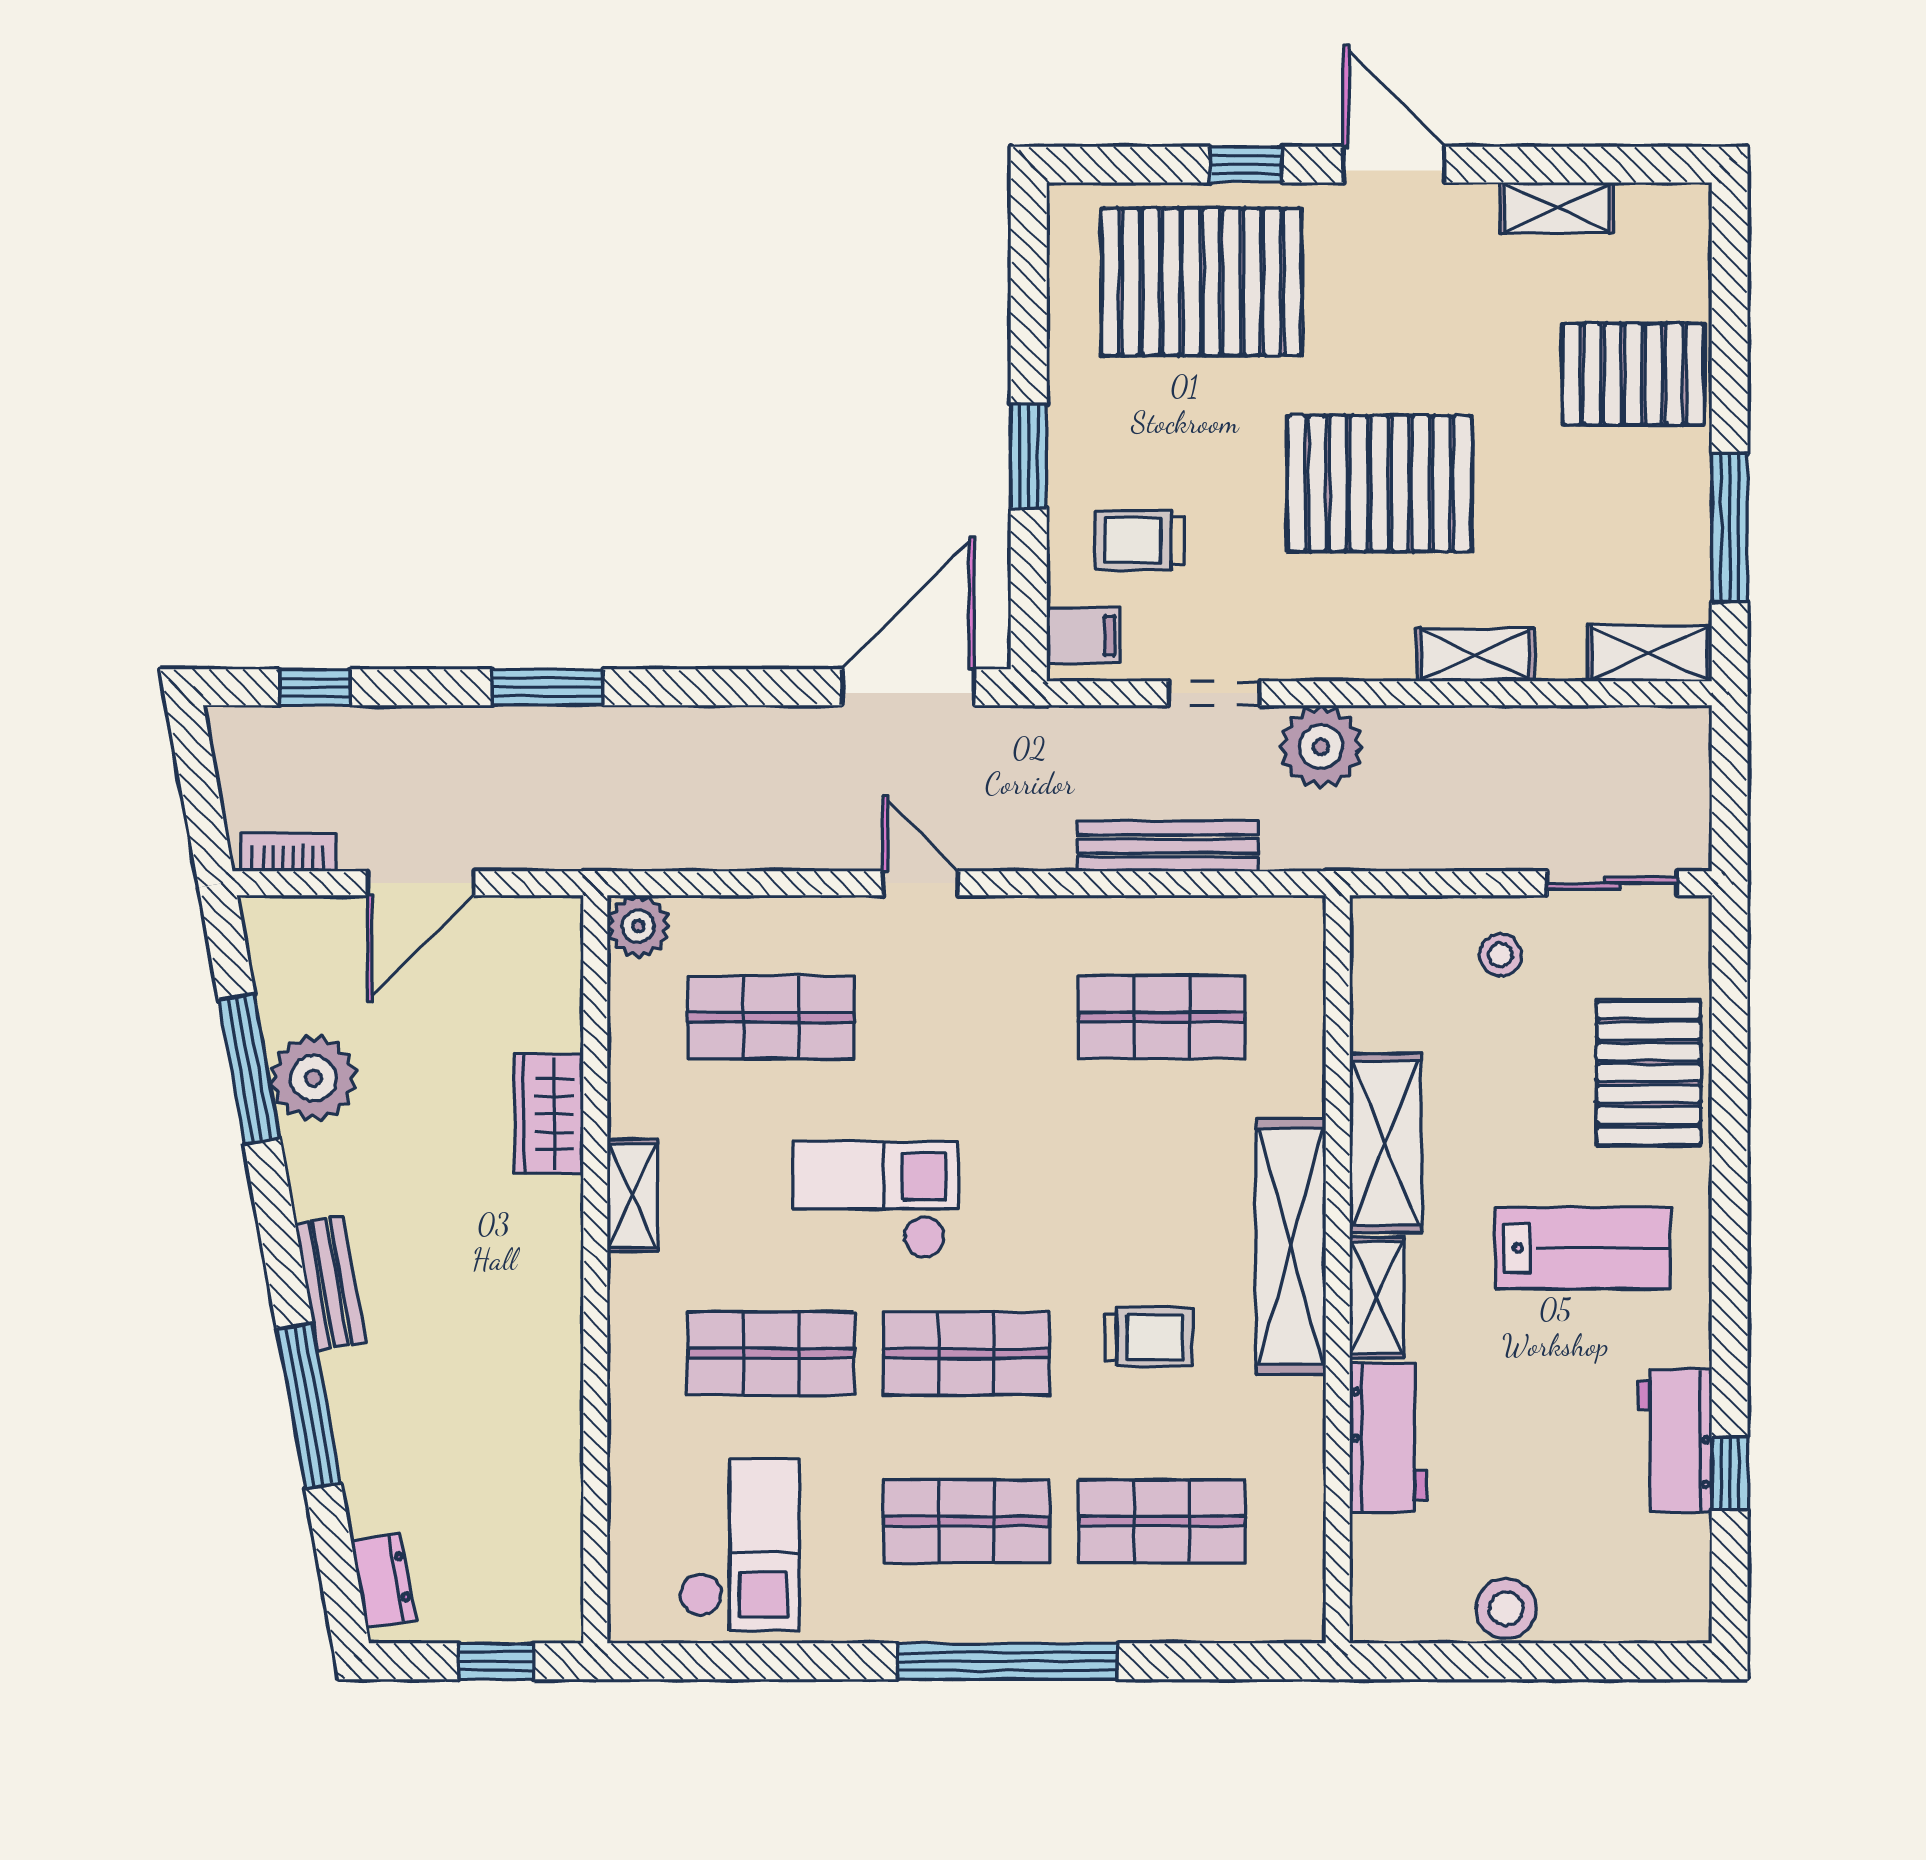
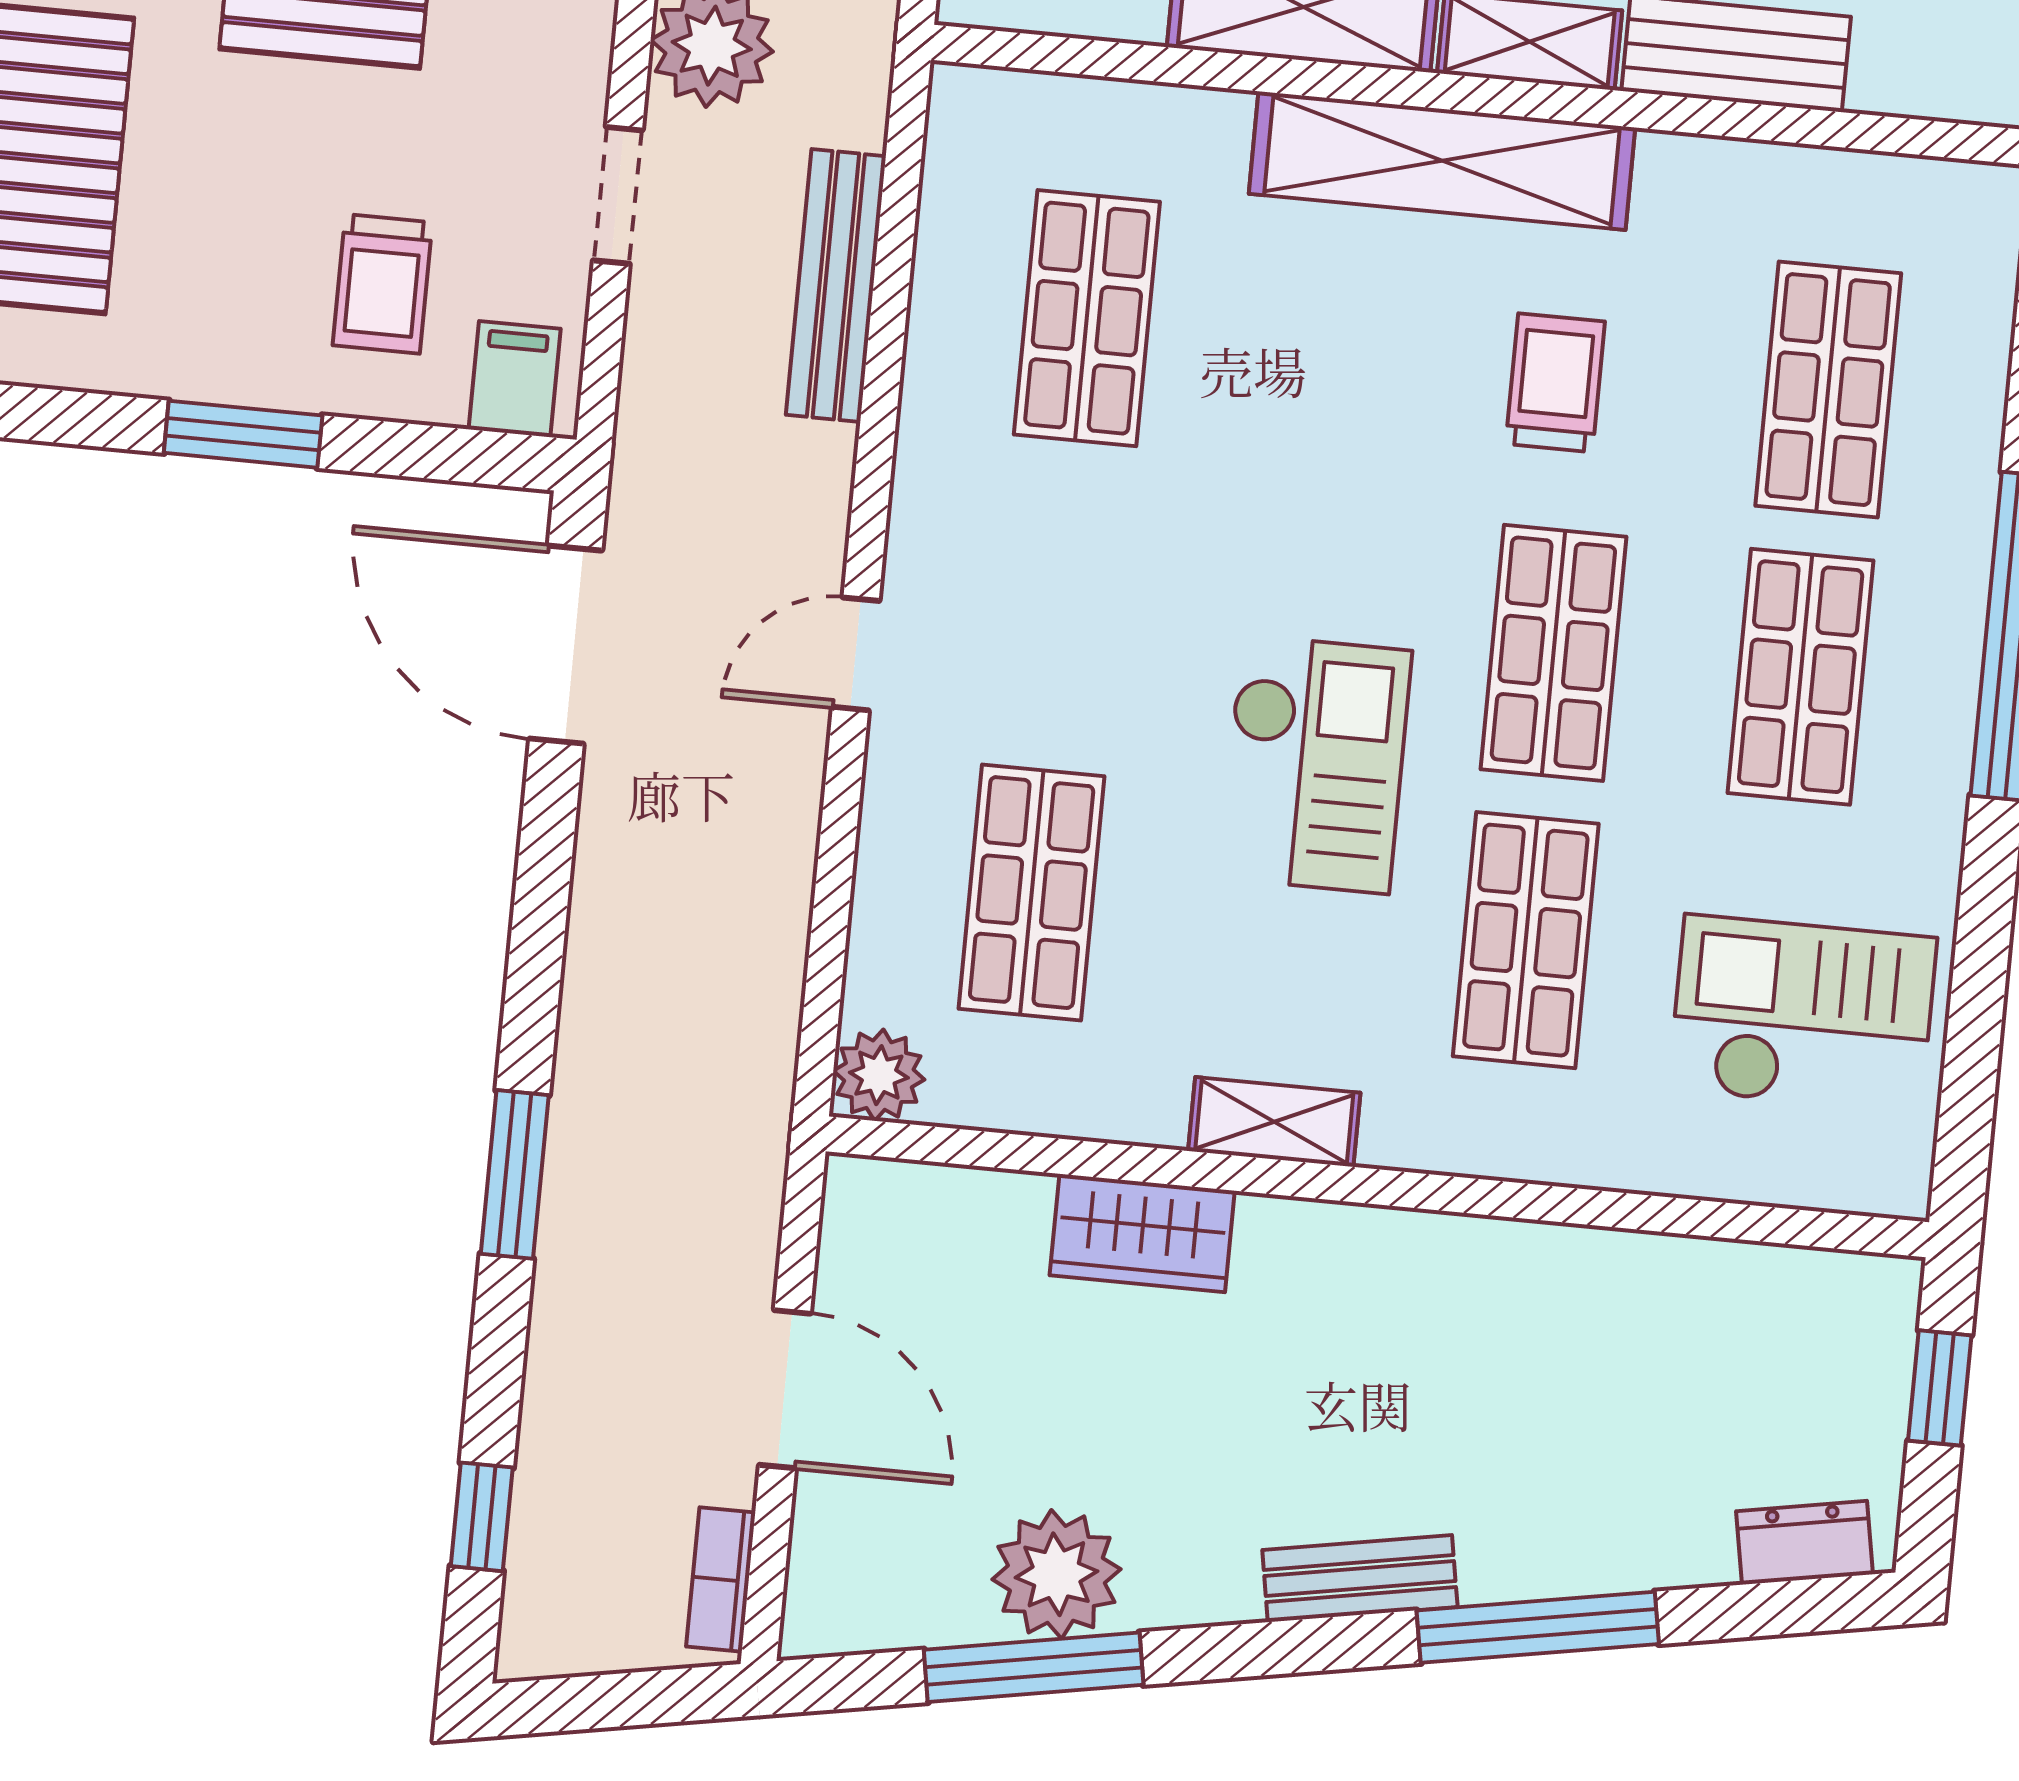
checkout: (876, 1200) -> (1315, 764), turned 180

